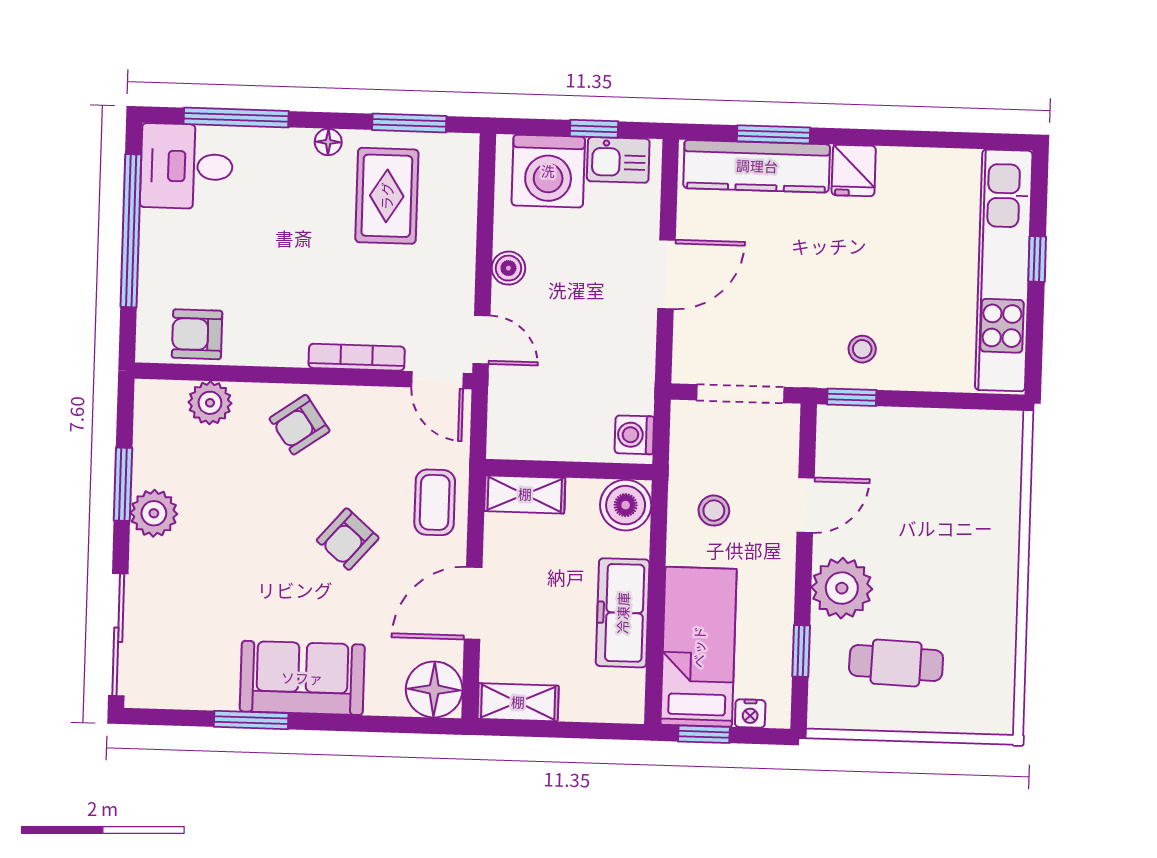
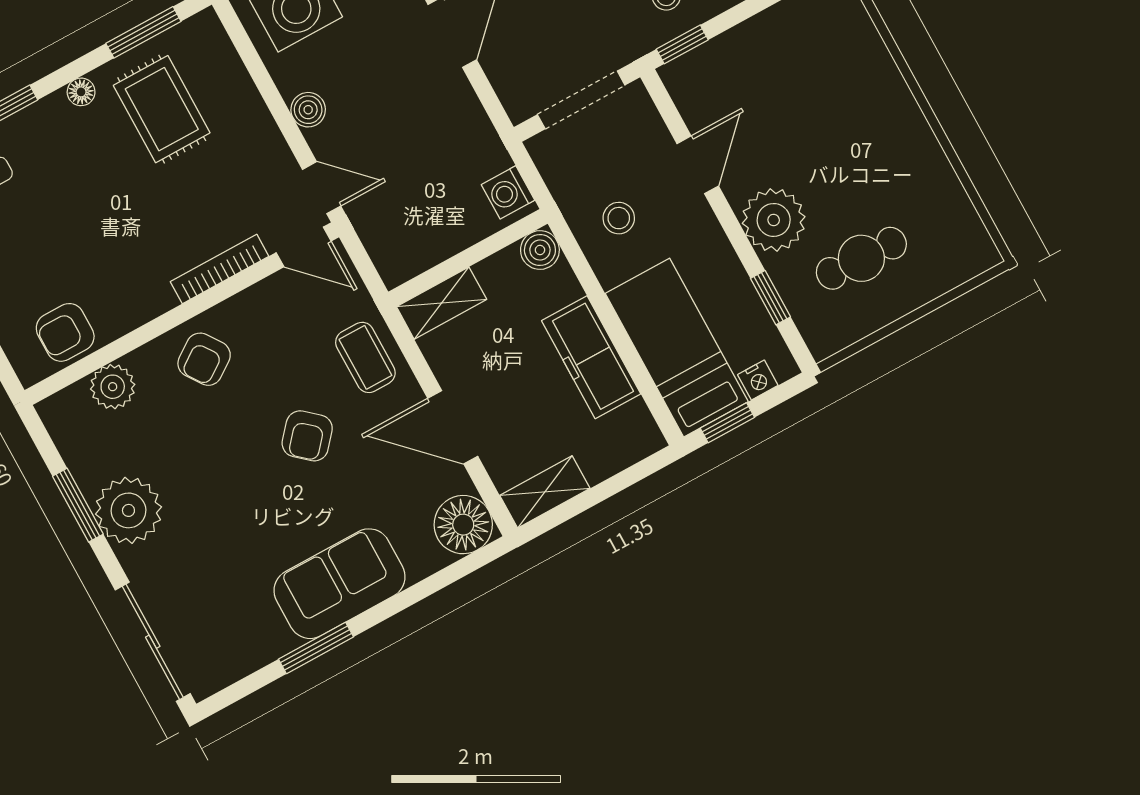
boiler: (626, 505) -> (540, 250), width x0.73, depth x0.73
plant: (154, 513) -> (128, 510), width x1.36, depth x1.36
door: (473, 603) -> (453, 427), hinge flipped

